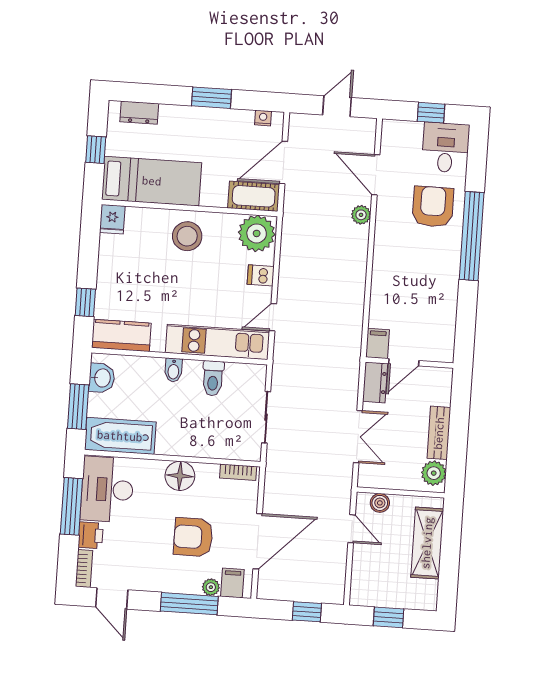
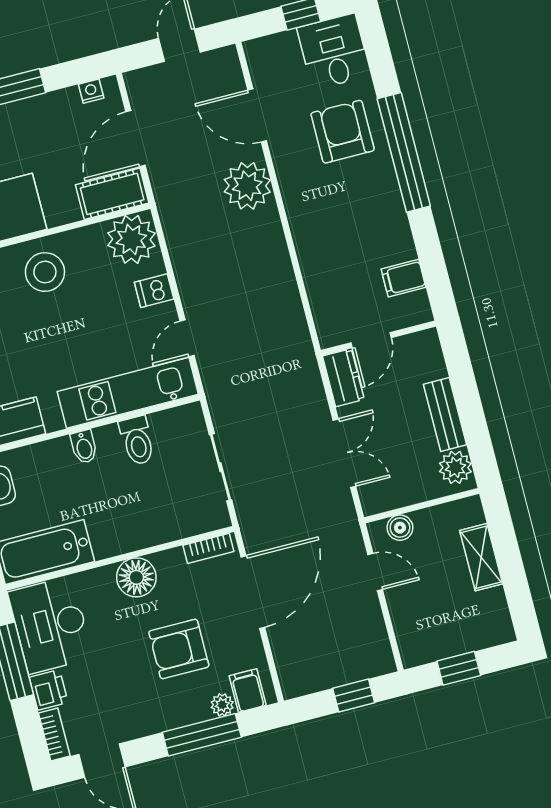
plant: (361, 215) -> (247, 186), width x1.88, depth x1.88
filing cabinet: (378, 343) -> (403, 278), moved, turned -90
door: (258, 541) -> (253, 592), moved
shelving: (427, 543) -> (481, 557), width x0.67, depth x0.75

